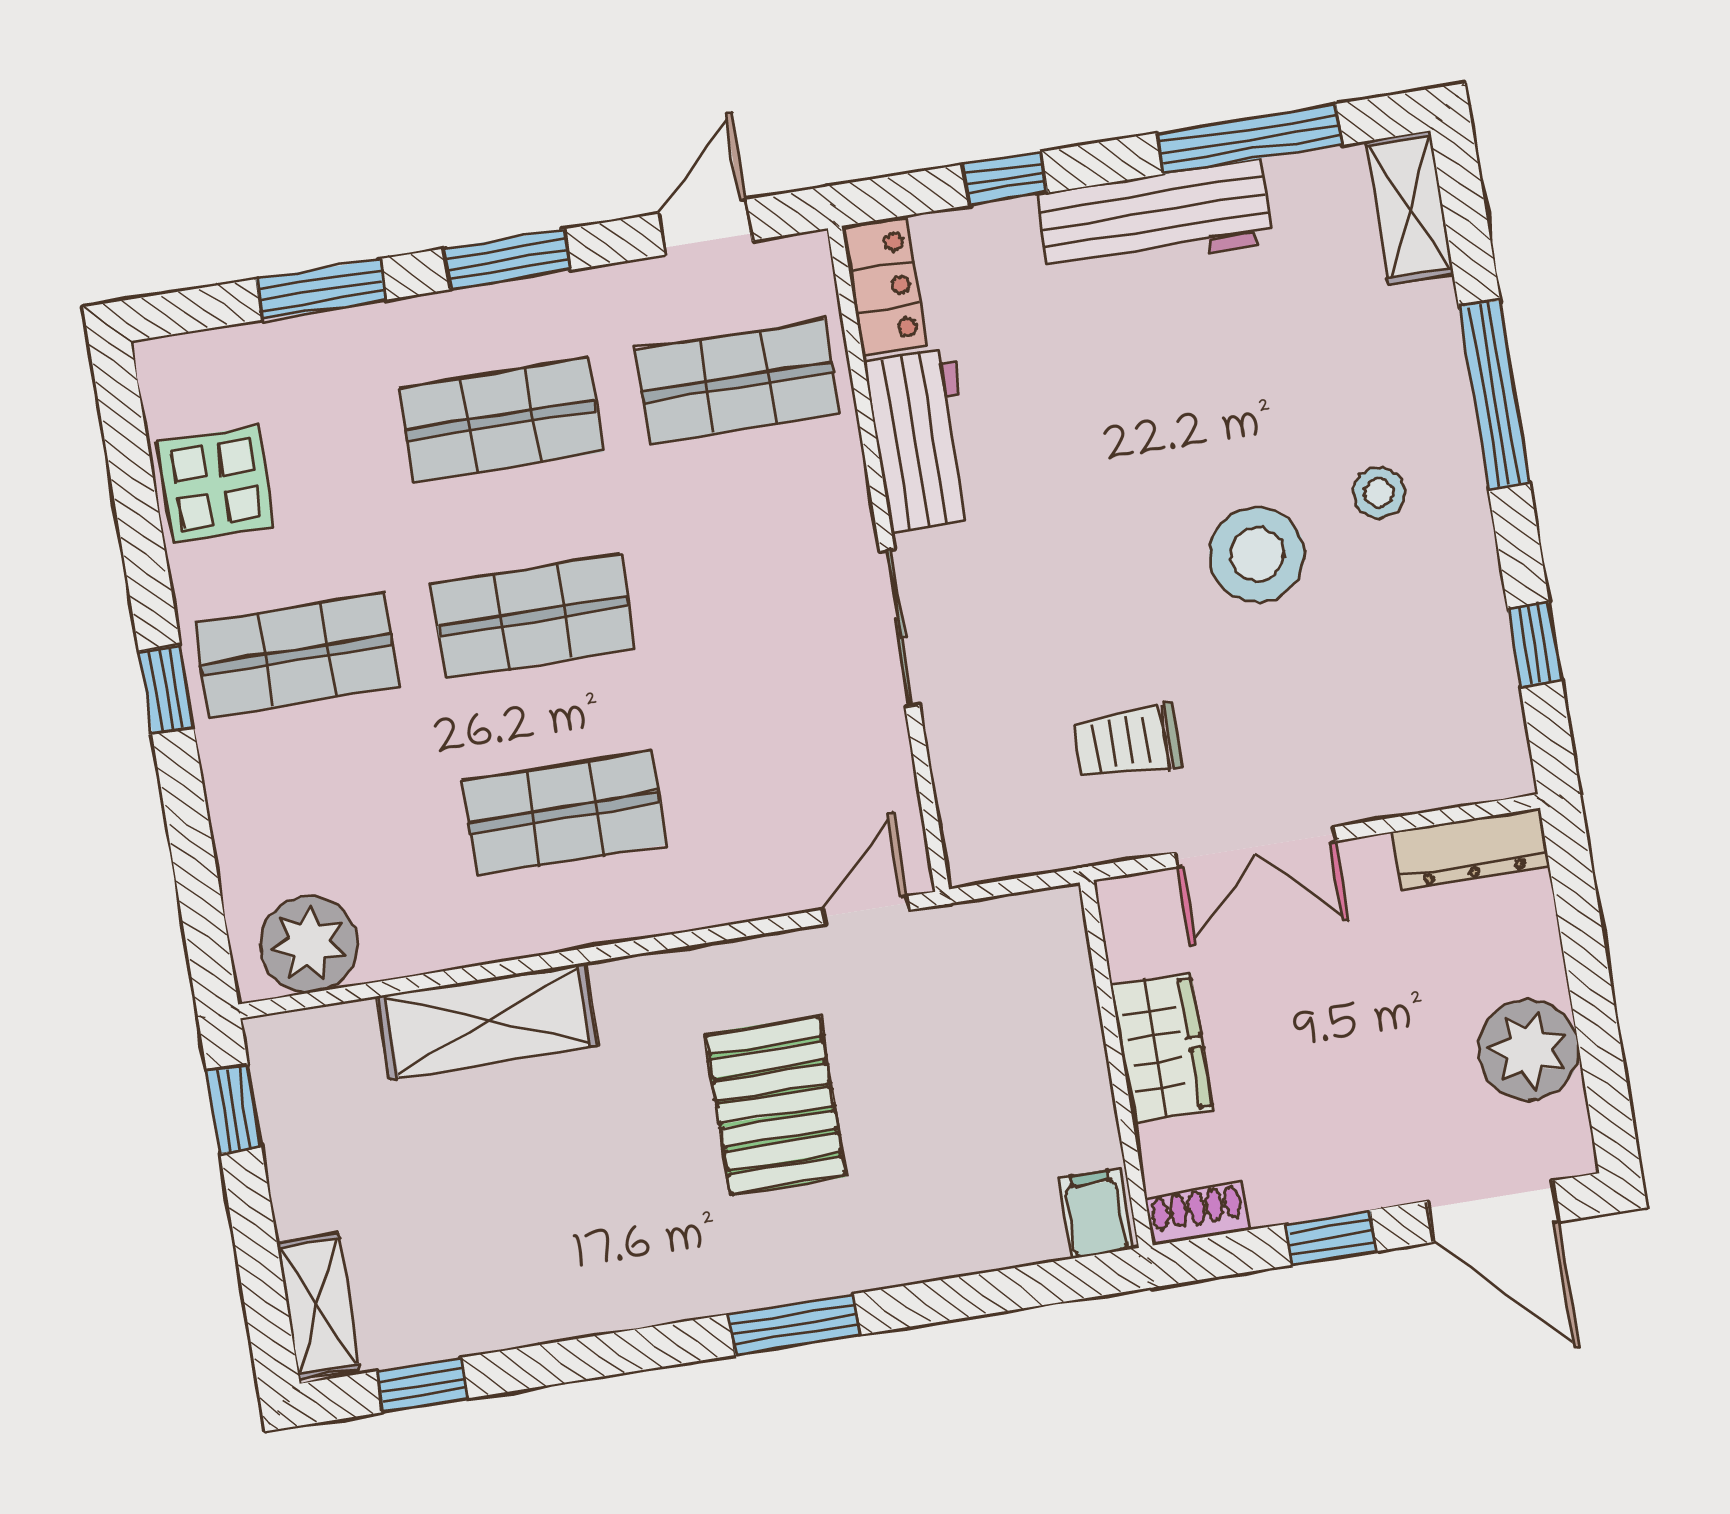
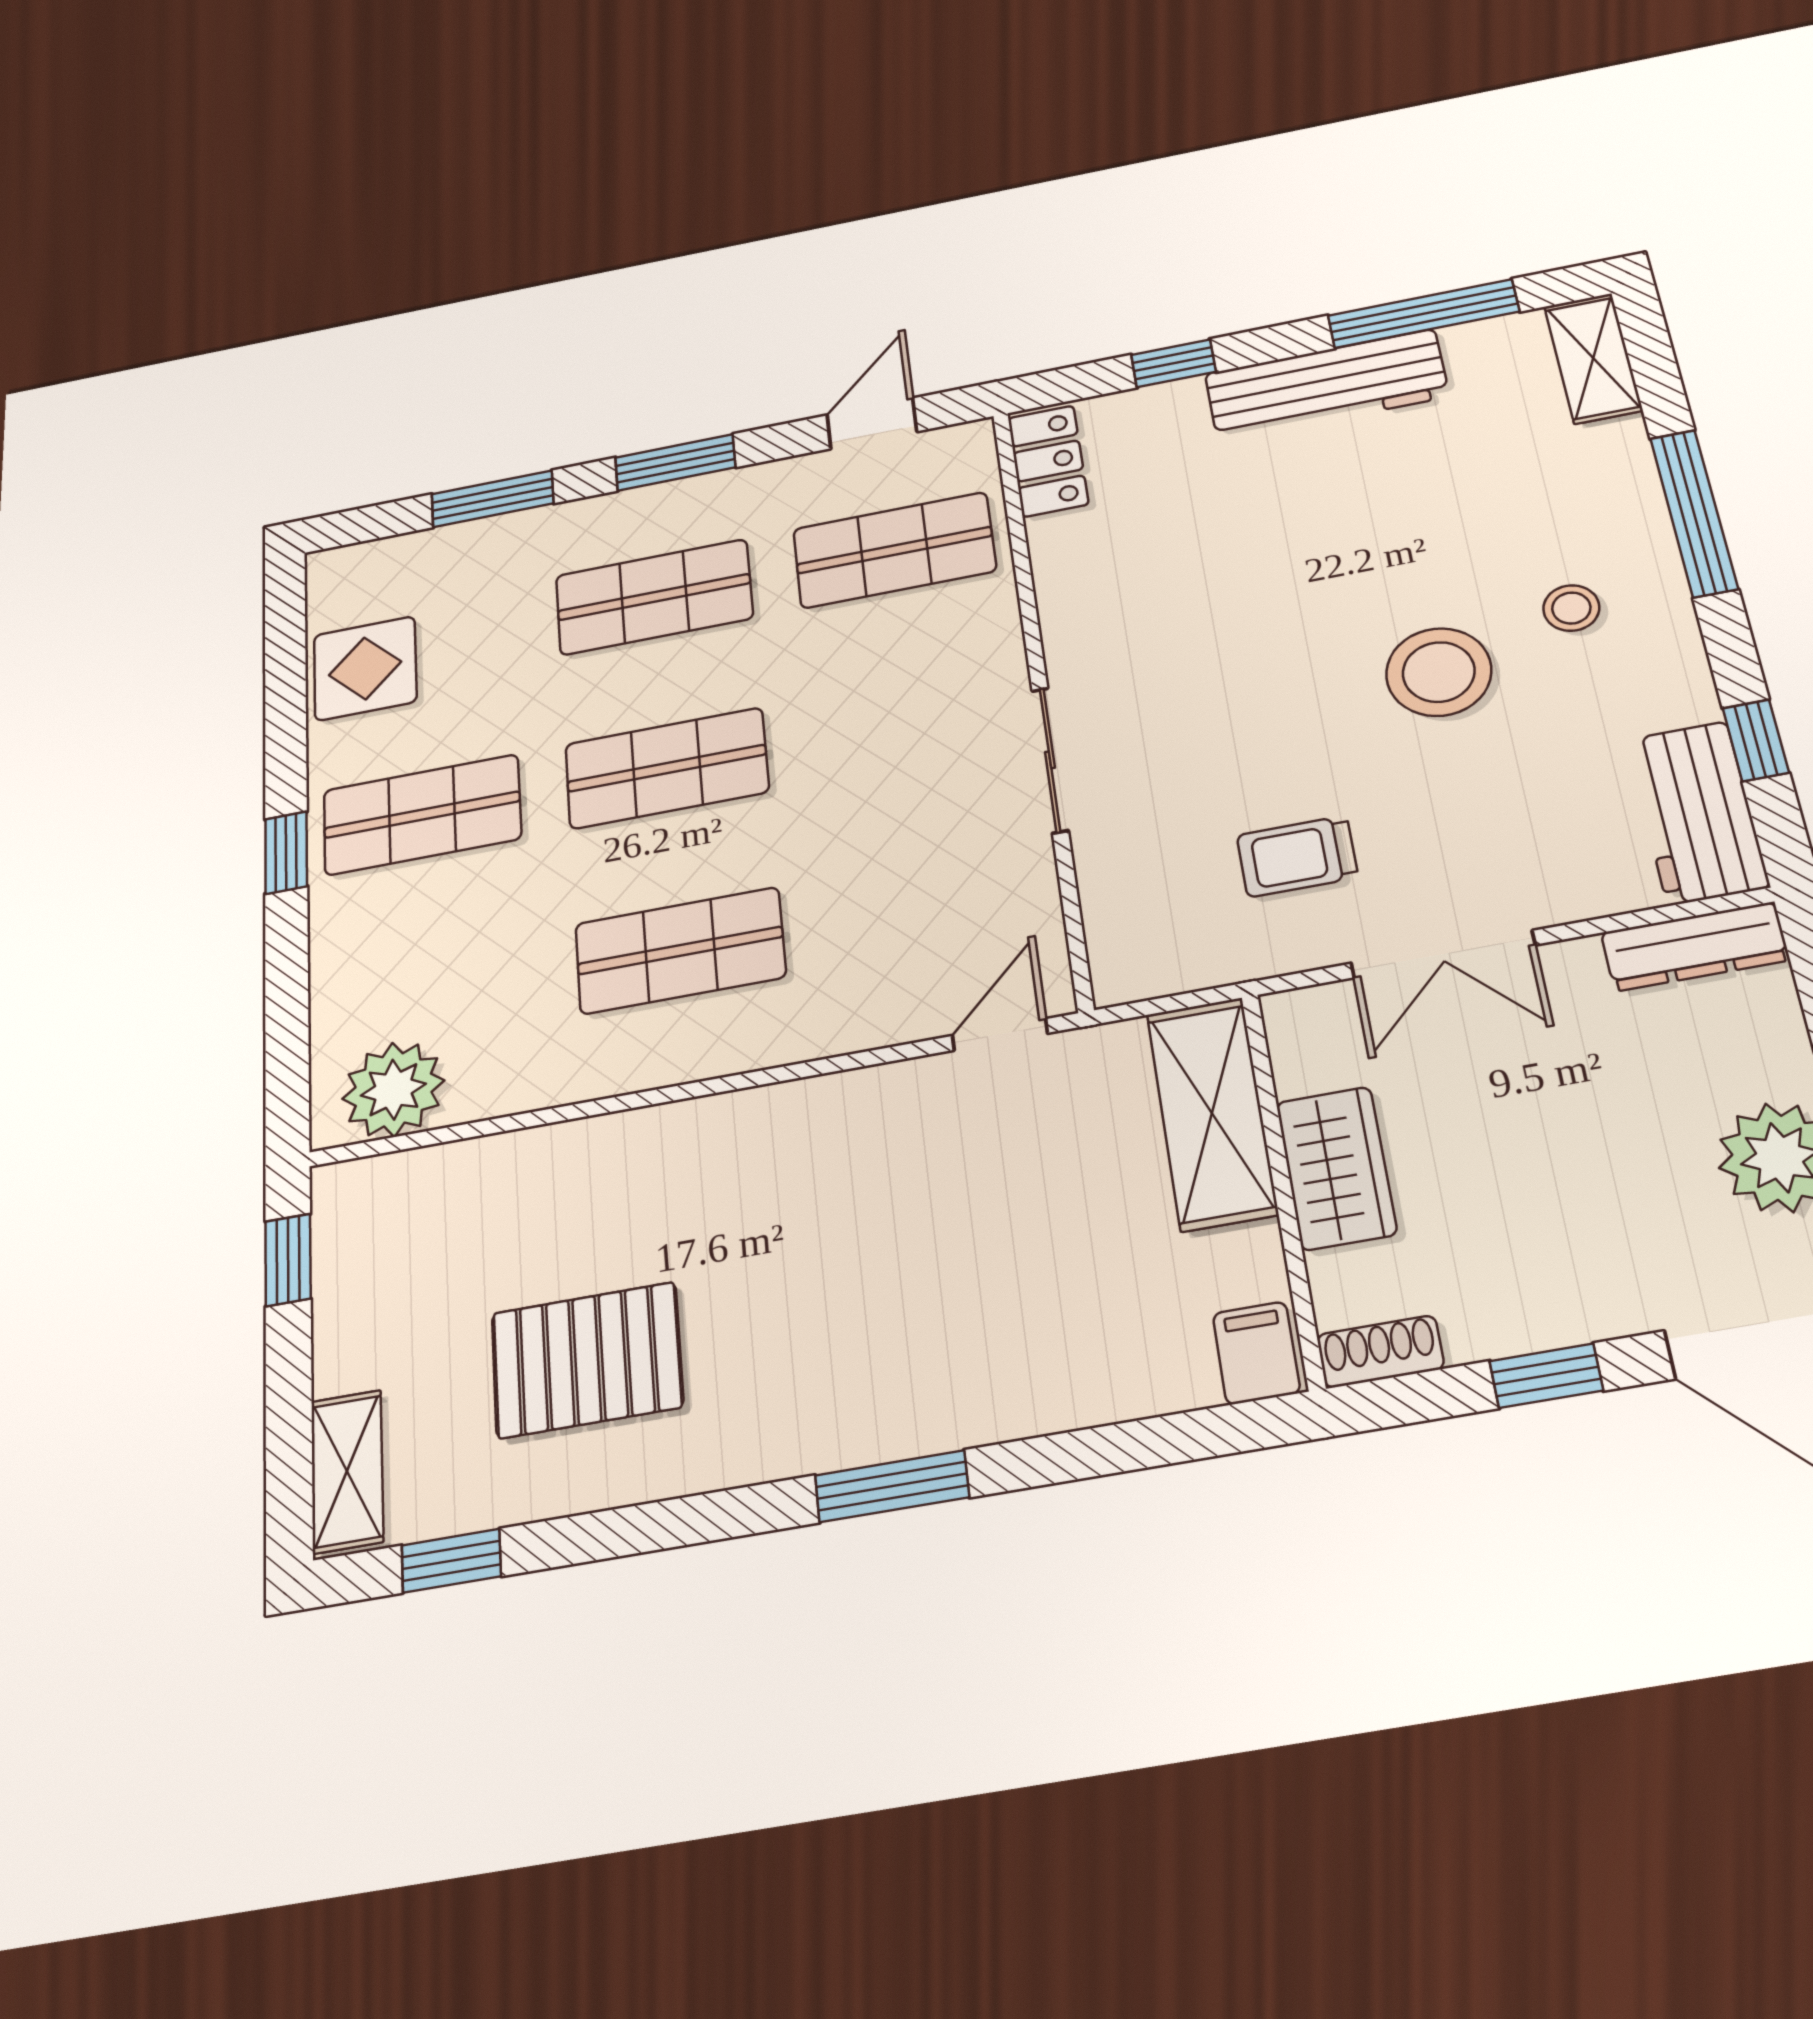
workbench: (922, 440) -> (1697, 813), moved, turned 180
shelving: (487, 1021) -> (1212, 1113), moved, turned 90
pallet: (775, 1105) -> (587, 1360), moved, turned 90

